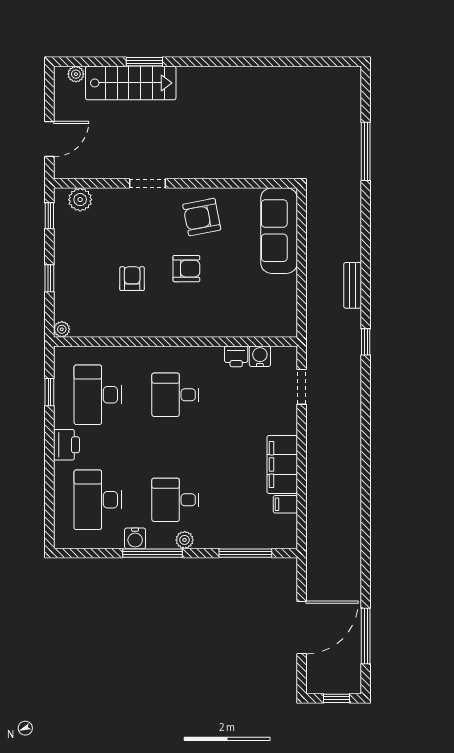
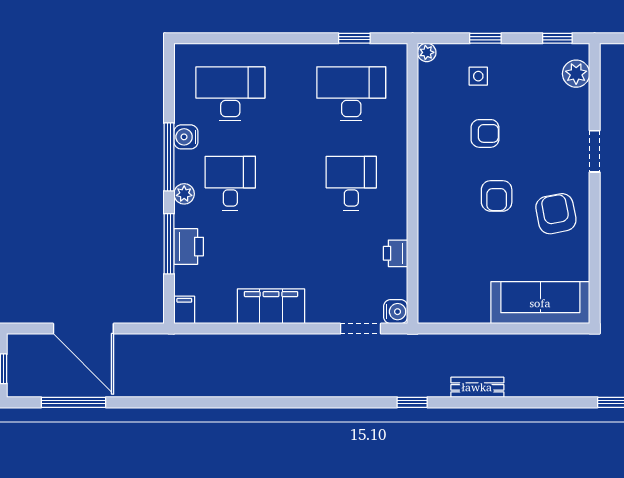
side table: (82, 284) -> (478, 76), added
water cooler: (260, 356) -> (396, 312), moved
printer: (67, 445) -> (189, 247), moved, turned -90
filing cabinet: (285, 504) -> (184, 310), moved
window: (245, 553) -> (169, 244), moved

